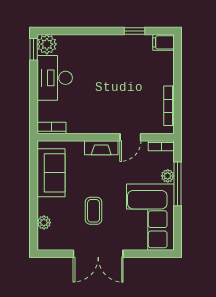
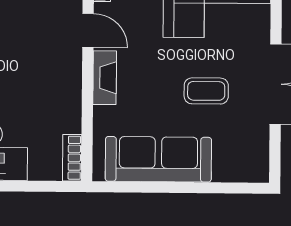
sofa: (51, 173) -> (158, 159), width x1.36
plant: (44, 223) -> (224, 171), removed

